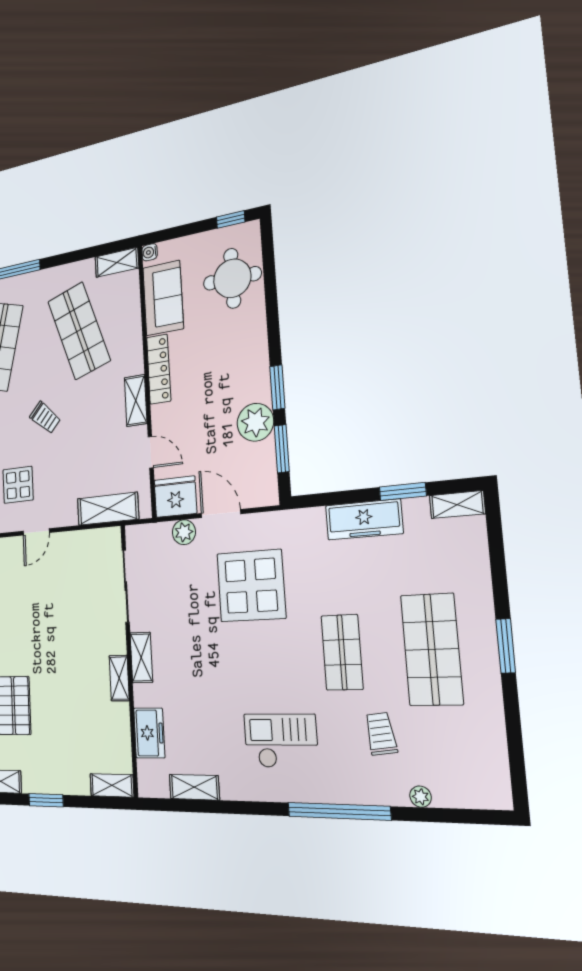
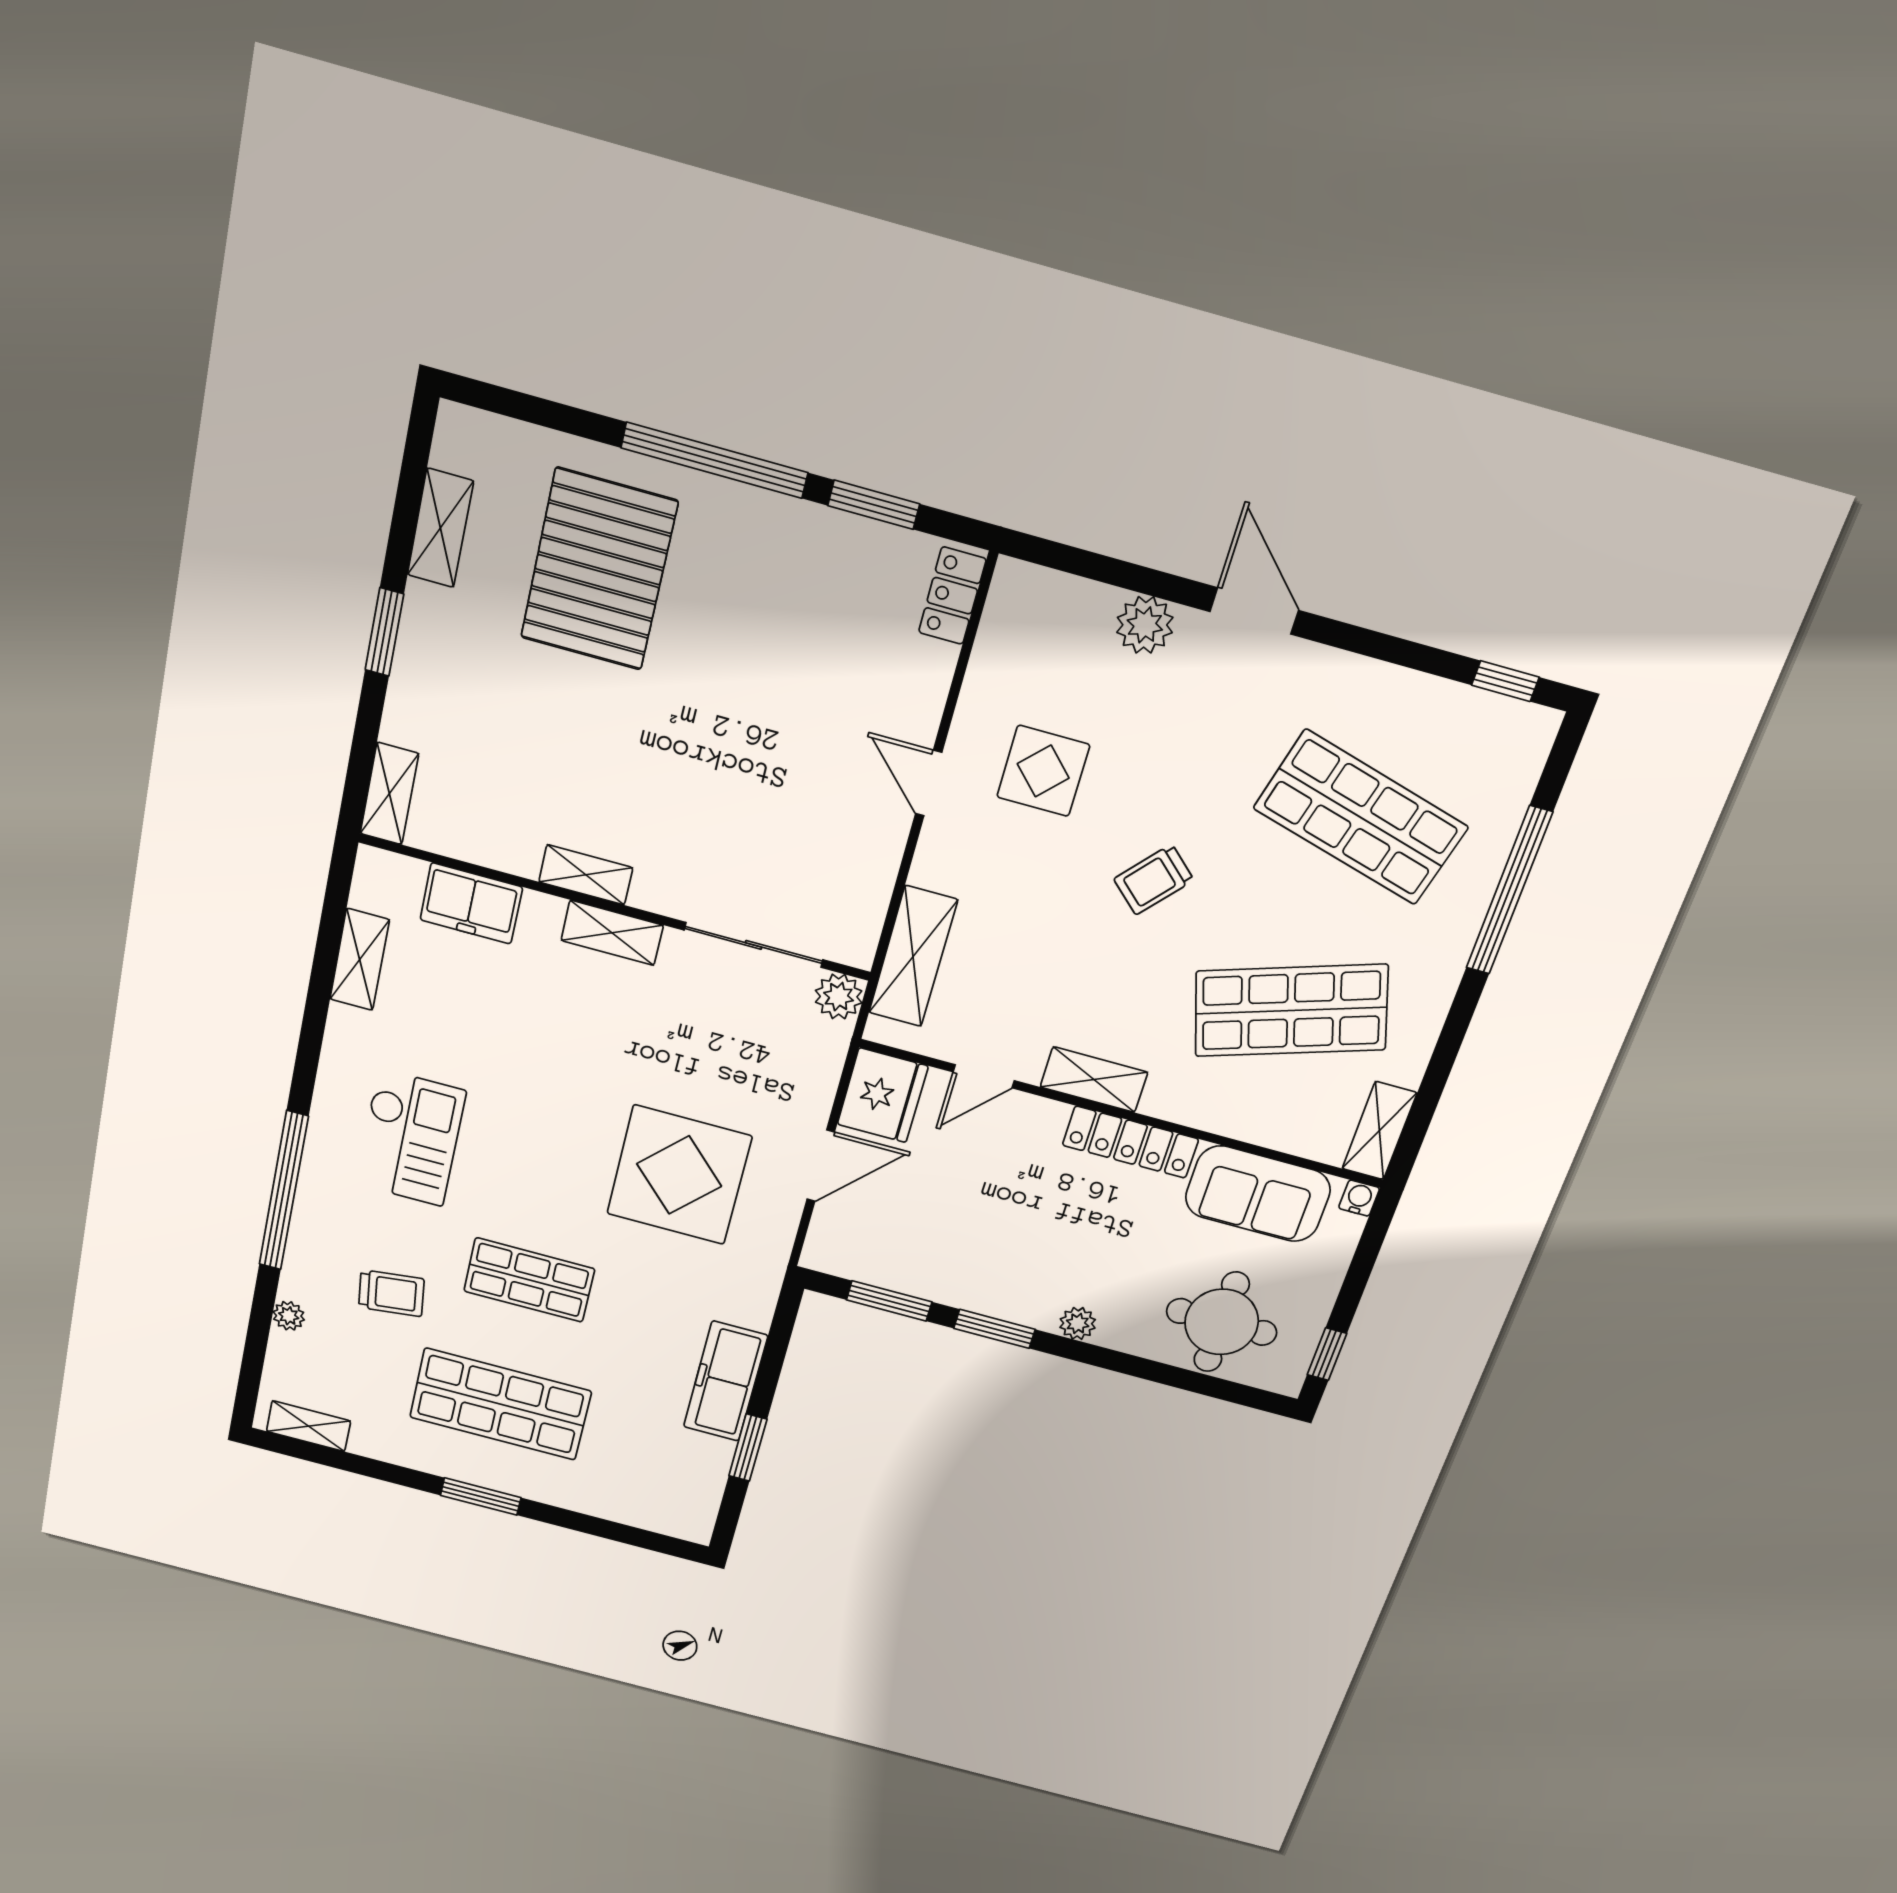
plant: (255, 422) -> (1078, 1323), moved, width x0.53, depth x0.53
shelving: (457, 505) -> (308, 1426), moved, turned 90
plant: (184, 532) -> (839, 997), moved

